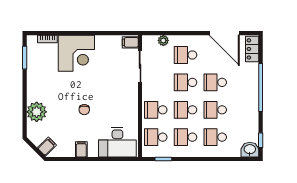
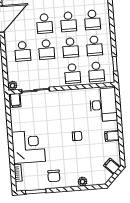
plant: (163, 40) -> (12, 86), moved
chair: (41, 80) -> (54, 176), added
plant: (37, 112) -> (83, 182), width x0.53, depth x0.53

